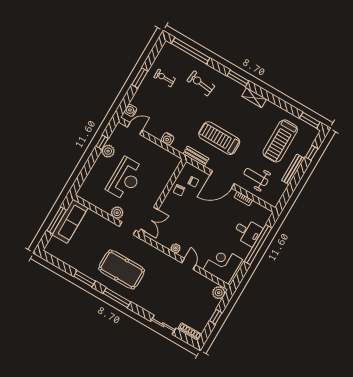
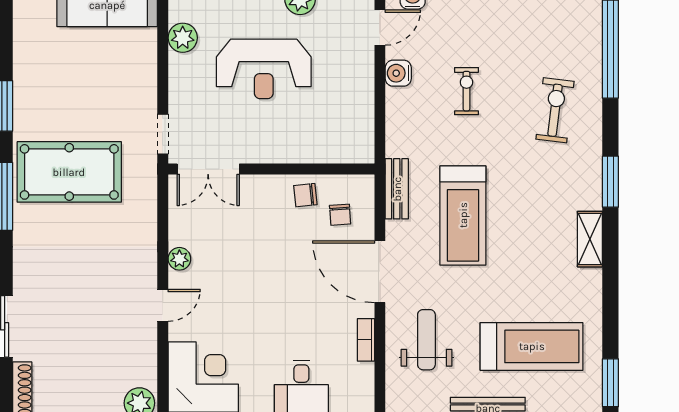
exercise bike: (165, 78) -> (466, 91), moved
door: (135, 129) -> (380, 28), hinge flipped
treadmill: (219, 138) -> (463, 215), turned 180
water cooler: (168, 139) -> (398, 73), moved
treadmill: (280, 141) -> (532, 346), turned 180
plant: (117, 213) -> (183, 38), moved
pool table: (122, 270) -> (69, 172), turned 90

